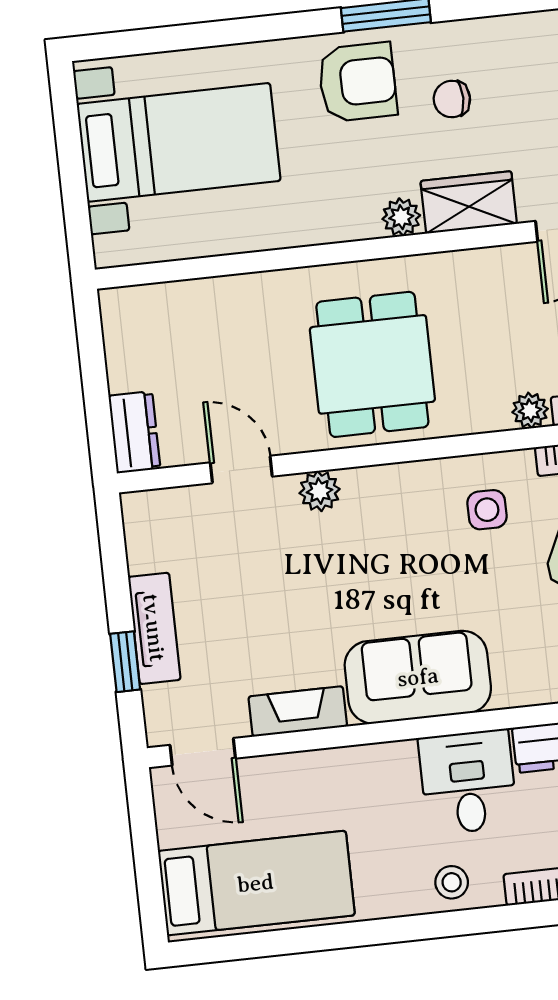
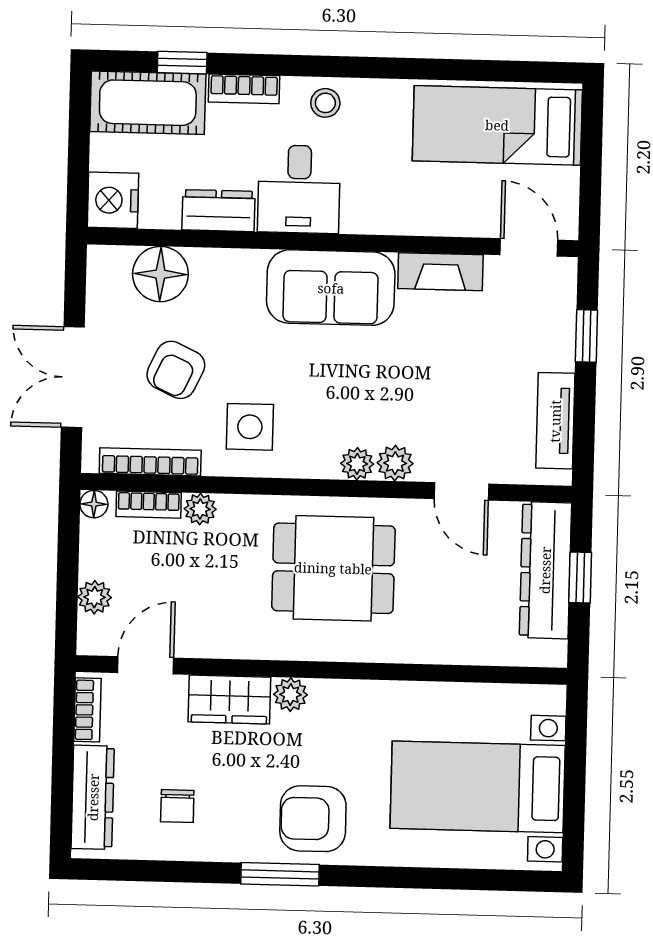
chair: (452, 99) -> (177, 806), moved, turned 90
dining table: (372, 364) -> (333, 568), turned 90
window: (96, 391) -> (580, 577), added
dresser: (134, 432) -> (545, 570), width x1.96, depth x1.24
plant: (362, 485) -> (357, 464), added
side table: (487, 510) -> (250, 427), width x1.37, depth x1.37
tv unit: (154, 628) -> (555, 421), moved

